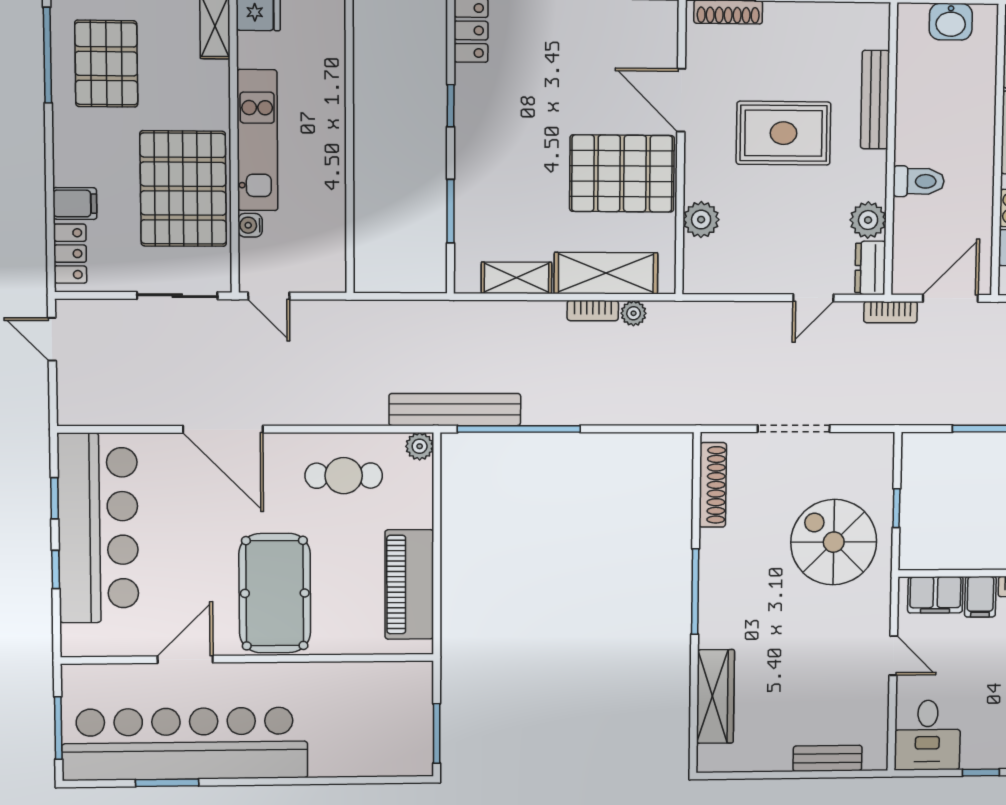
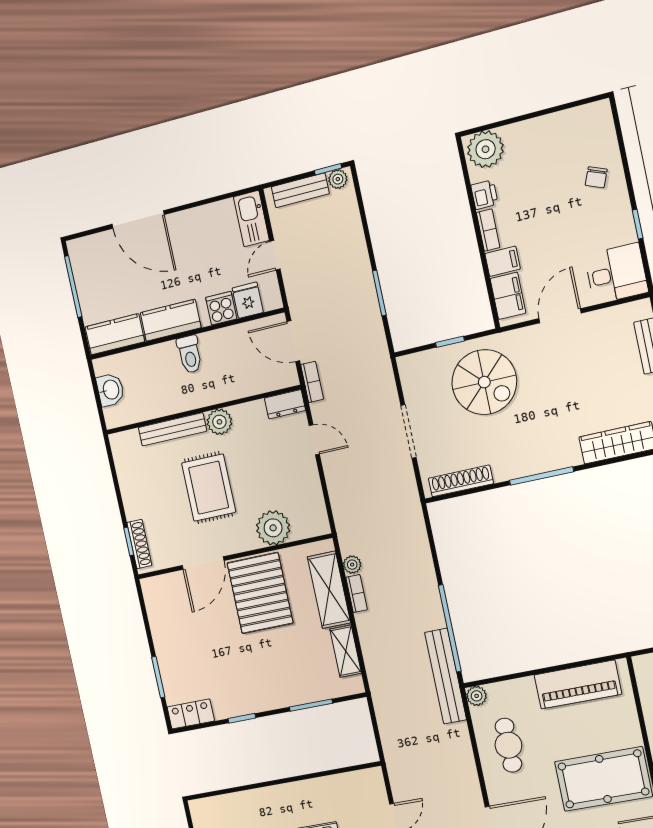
toilet: (919, 181) -> (190, 354), moved, turned 180
plant: (701, 220) -> (273, 528), width x1.36, depth x1.36
plant: (868, 220) -> (219, 422), moved
spiral stairs: (834, 542) -> (484, 382), turned -90
door: (893, 656) -> (560, 316), width x1.38

